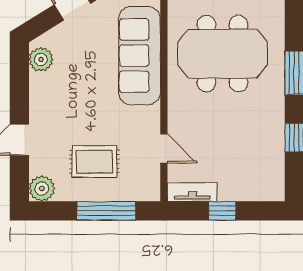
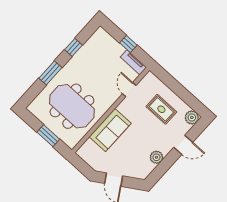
sofa: (139, 56) -> (110, 130), width x0.73
plant: (41, 59) -> (156, 157), moved
window: (106, 211) -> (174, 86), removed

